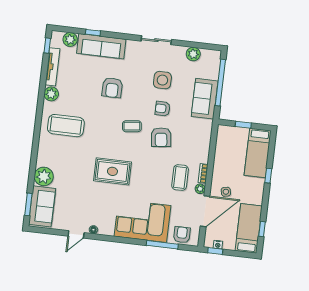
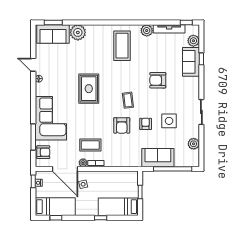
sofa: (101, 46) -> (191, 62), width x0.73
armchair: (161, 137) -> (122, 125), turned -83

